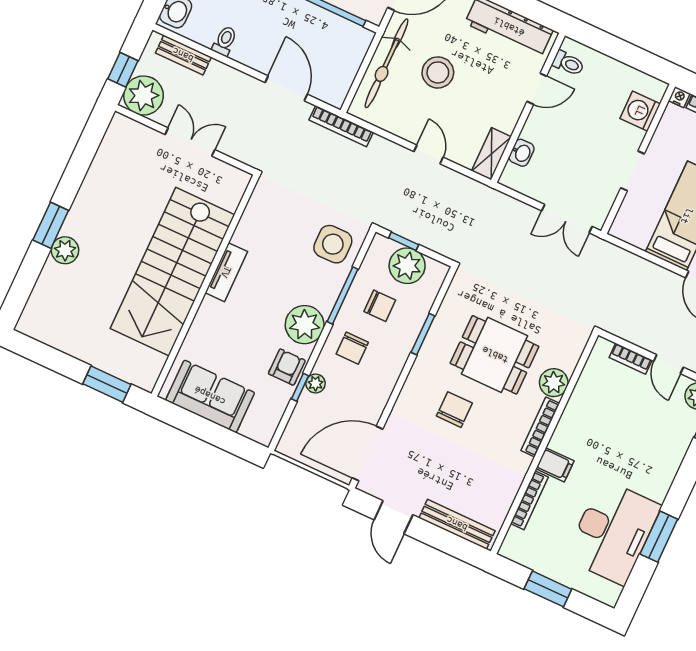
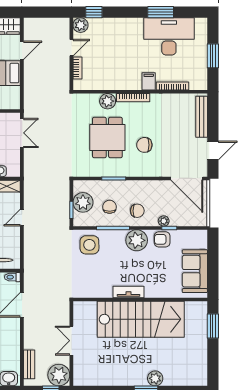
toilet: (225, 41) -> (12, 277), moved
bookcase: (341, 126) -> (28, 268), removed

